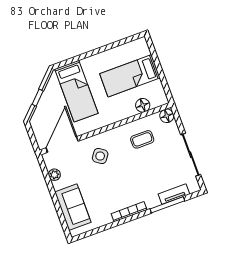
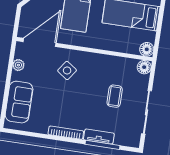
floor lamp: (143, 105) -> (147, 49), moved
coffee table: (142, 139) -> (115, 96), moved, turned 90
tv unit: (174, 194) -> (99, 136), moved

